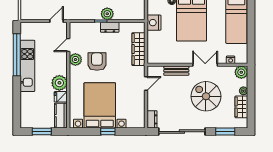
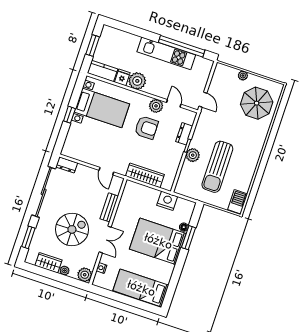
dresser: (110, 27) -> (184, 134), moved
bed with nightstands: (100, 105) -> (102, 108), width x0.73

